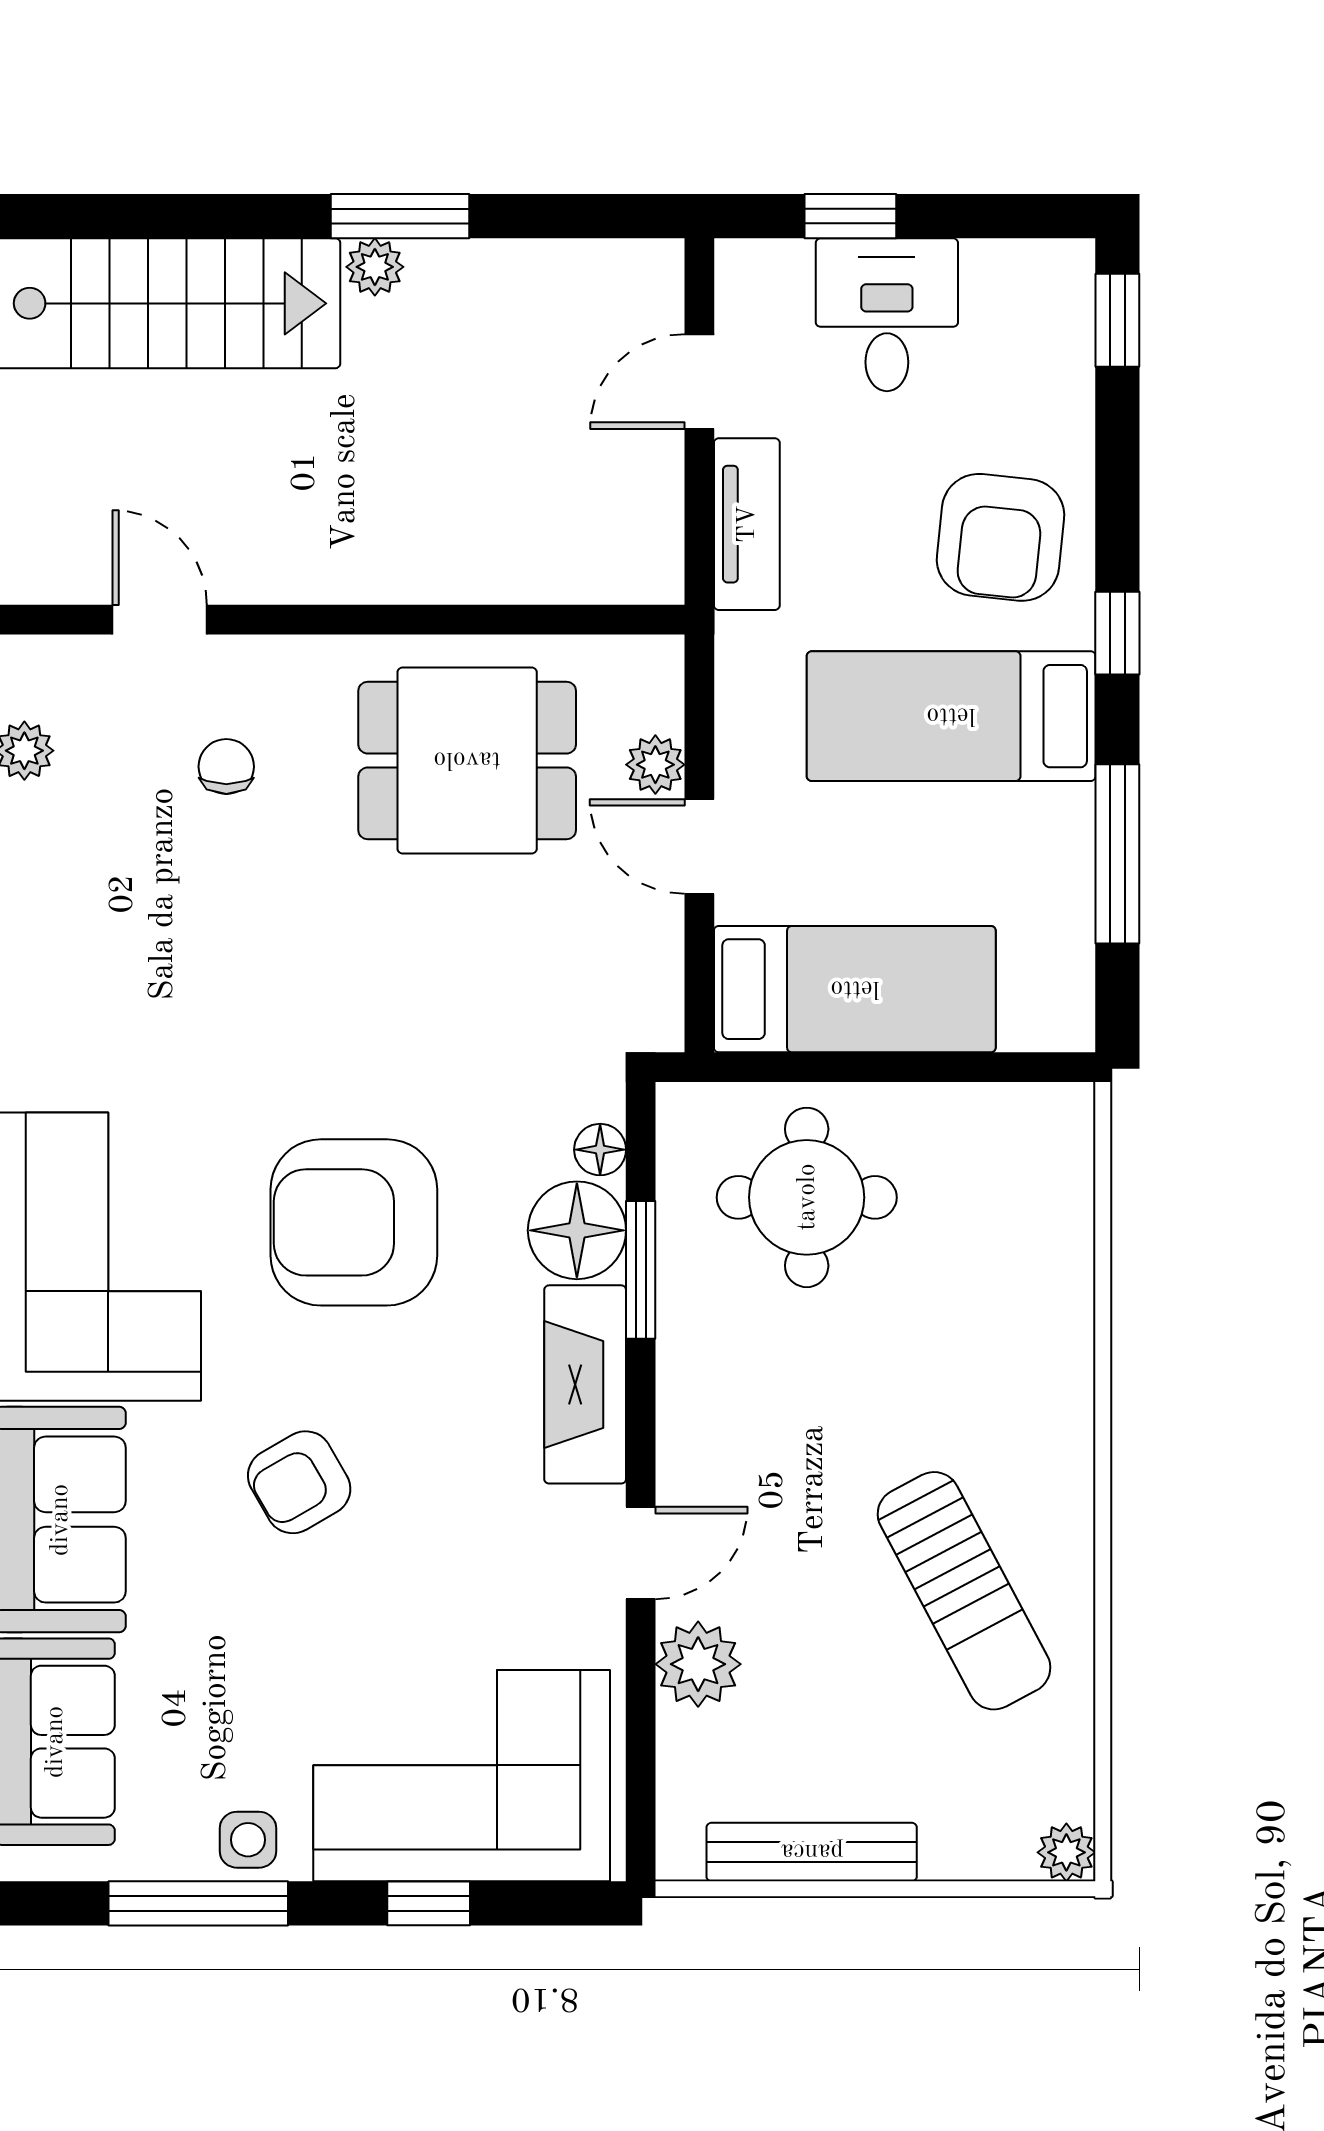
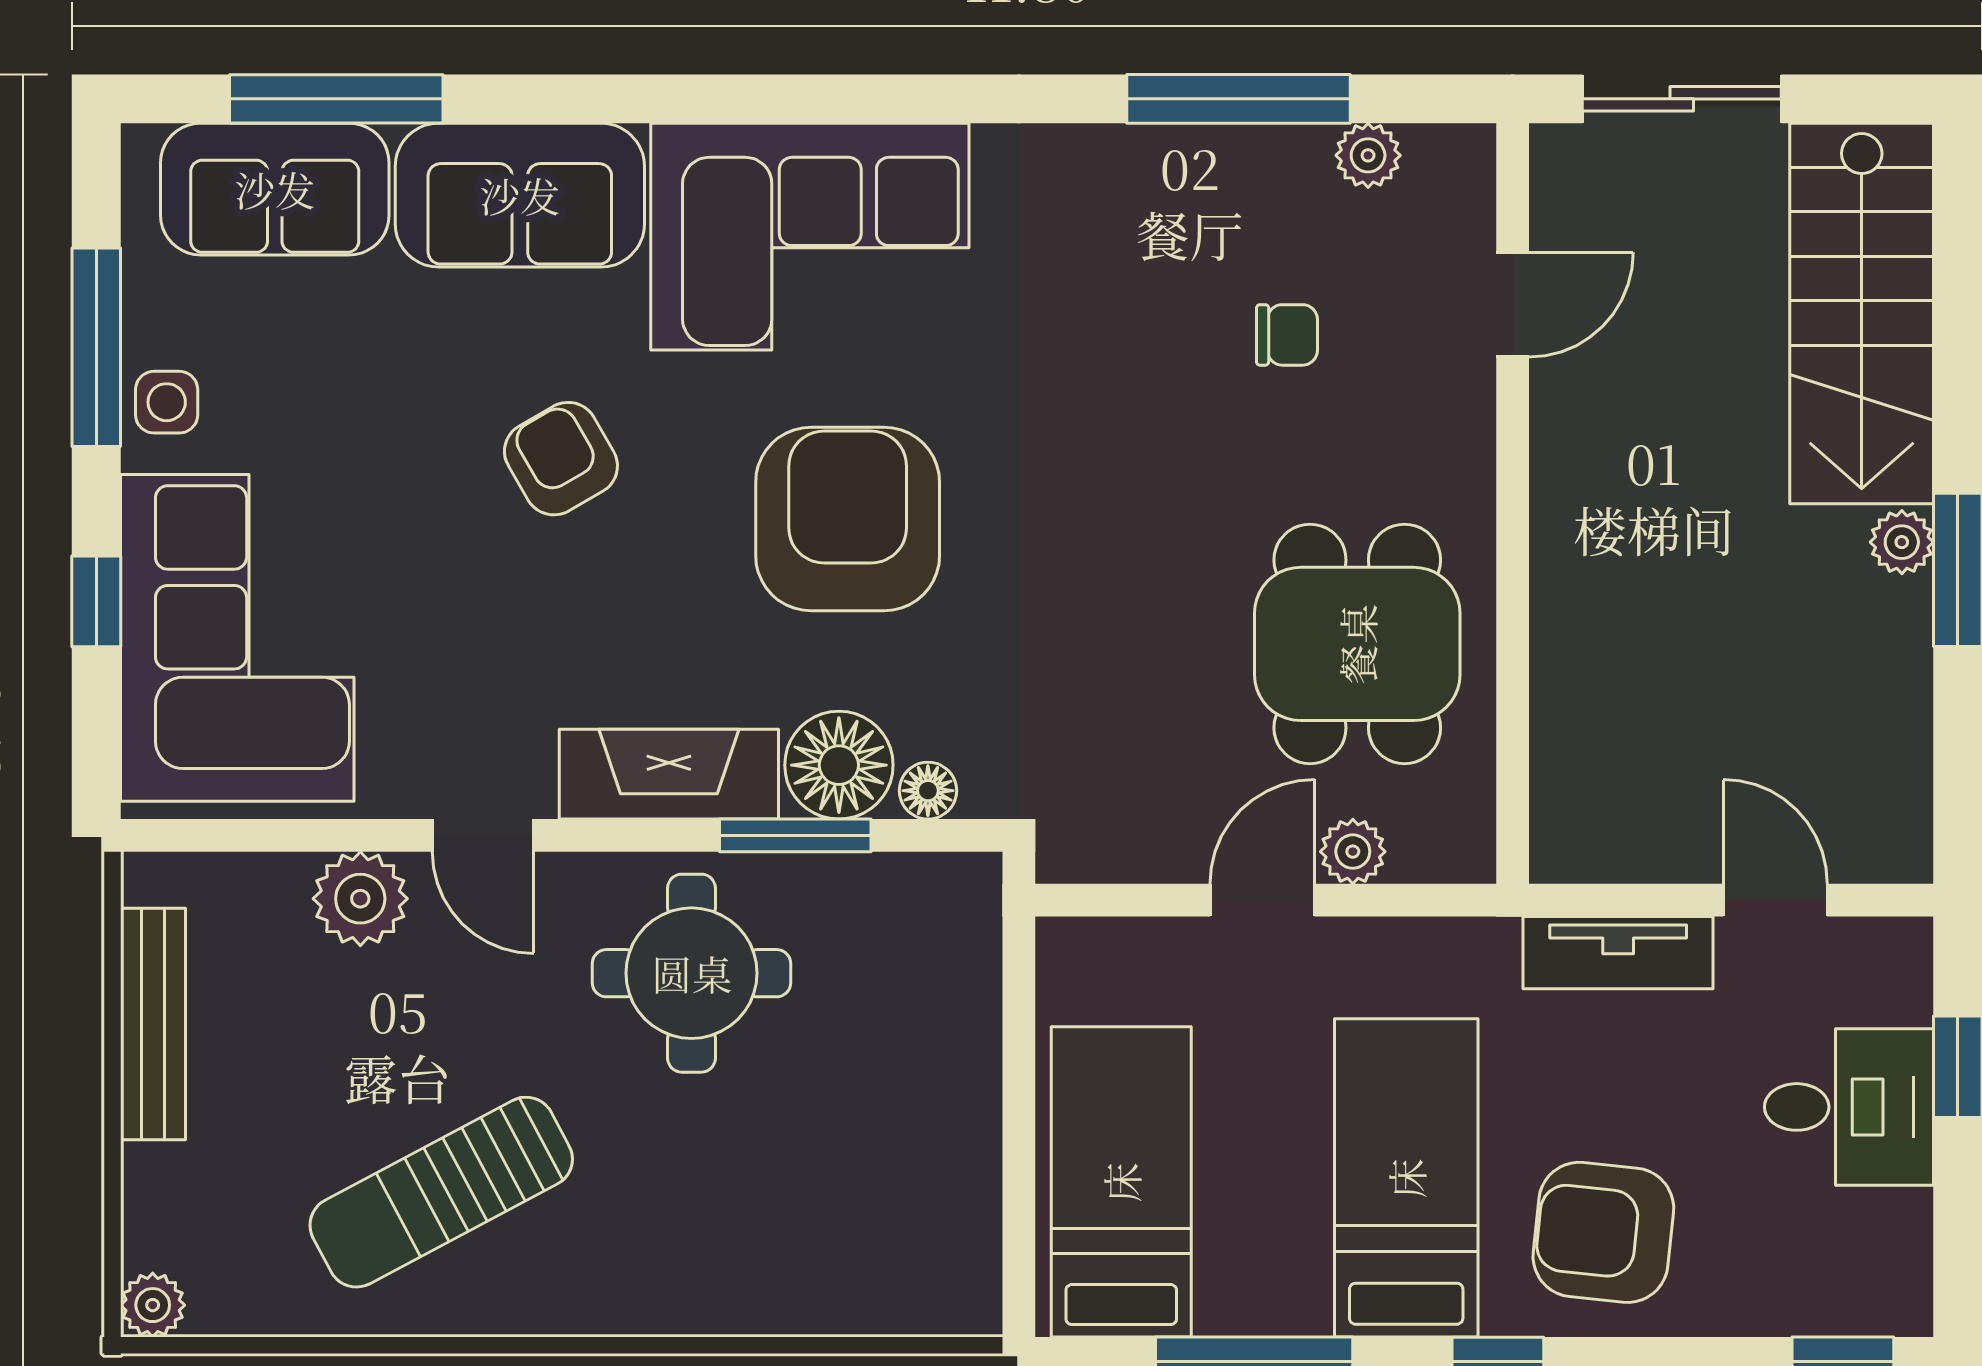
chair: (226, 767) -> (1287, 335), moved
bed: (855, 989) -> (1121, 1182), moved, turned 180
round table: (807, 1197) -> (692, 973), moved

